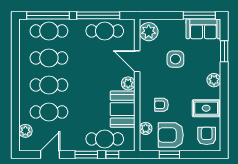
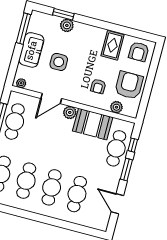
sofa: (203, 29) -> (31, 50), moved
plant: (149, 32) -> (21, 83), width x0.53, depth x0.53
plant: (214, 80) -> (67, 25), moved
plant: (25, 131) -> (89, 221), removed
armchair: (171, 135) -> (129, 85), turned 180
armchair: (207, 136) -> (139, 52), turned -90
window: (169, 155) -> (147, 91), removed

